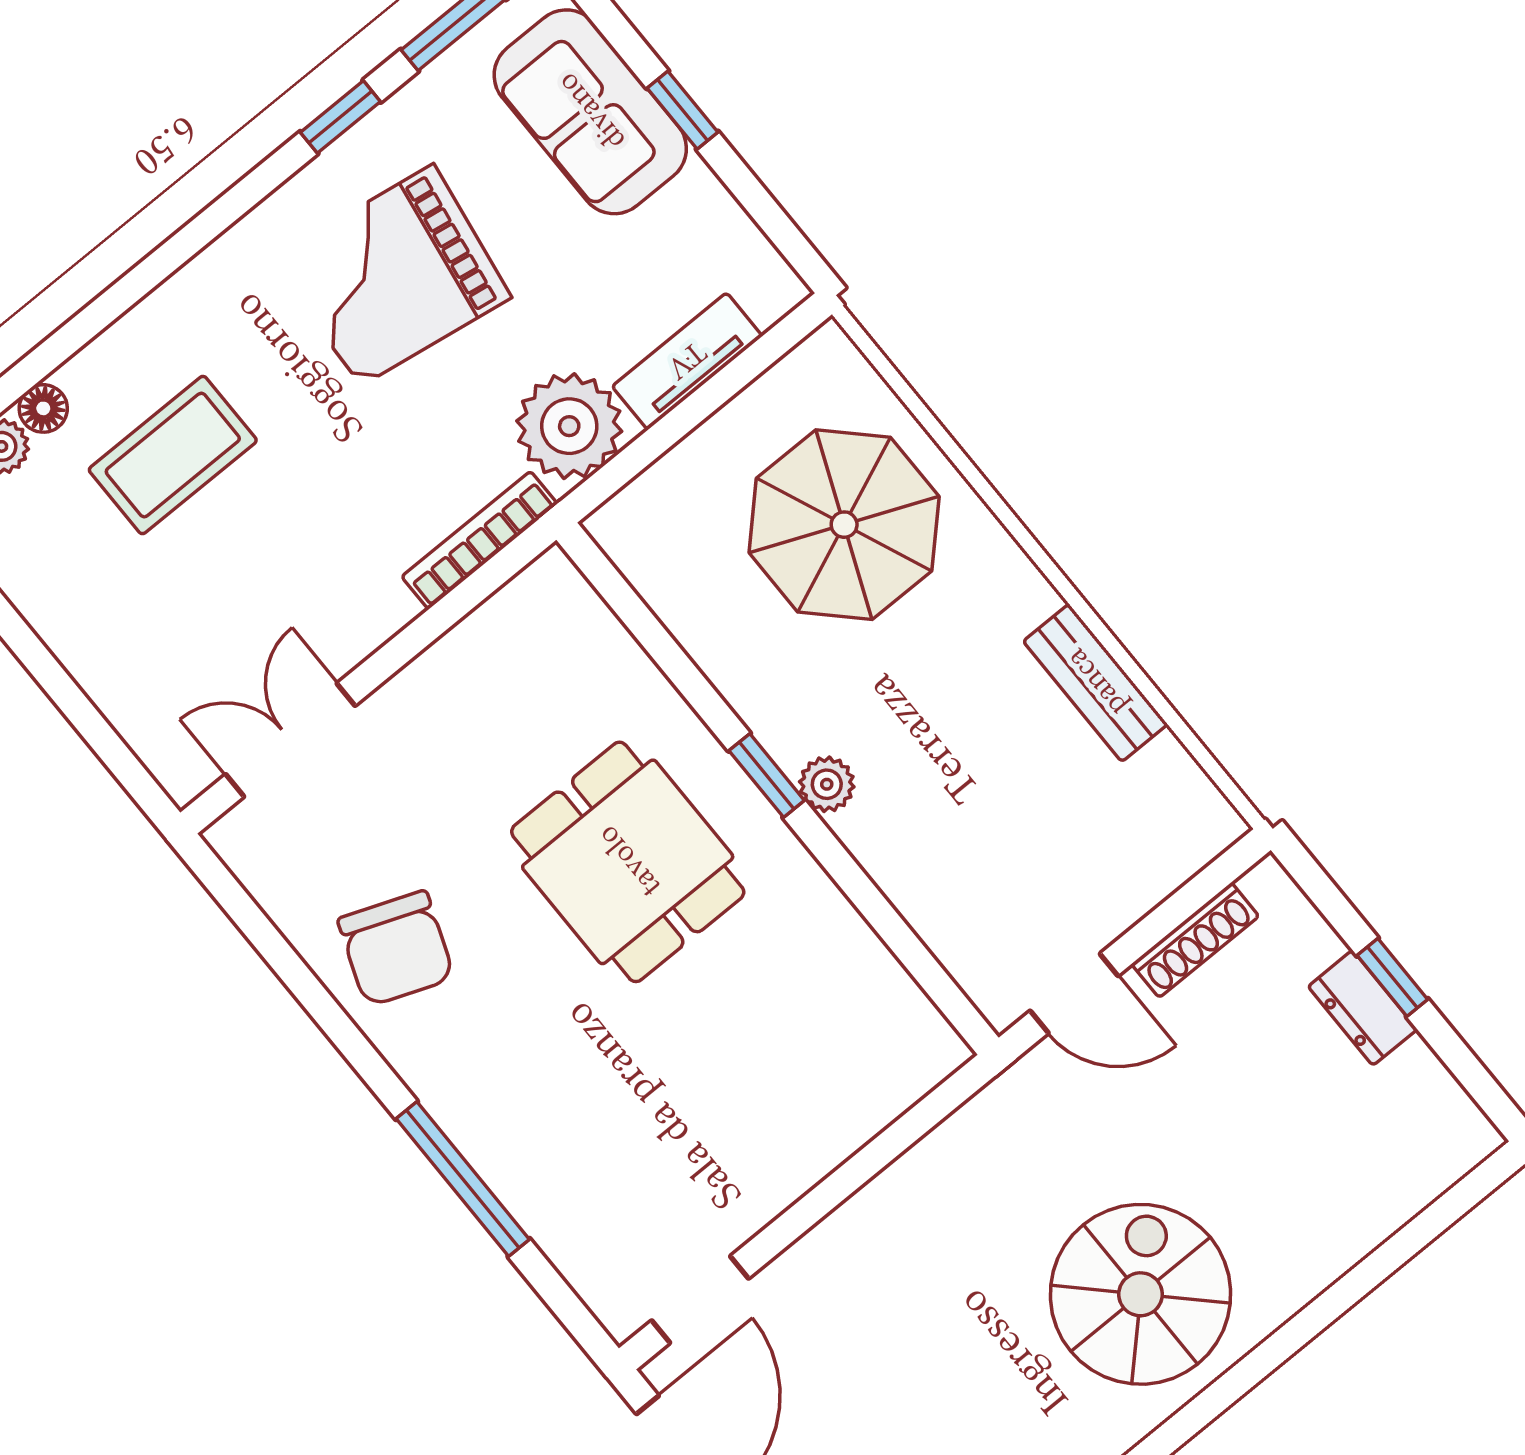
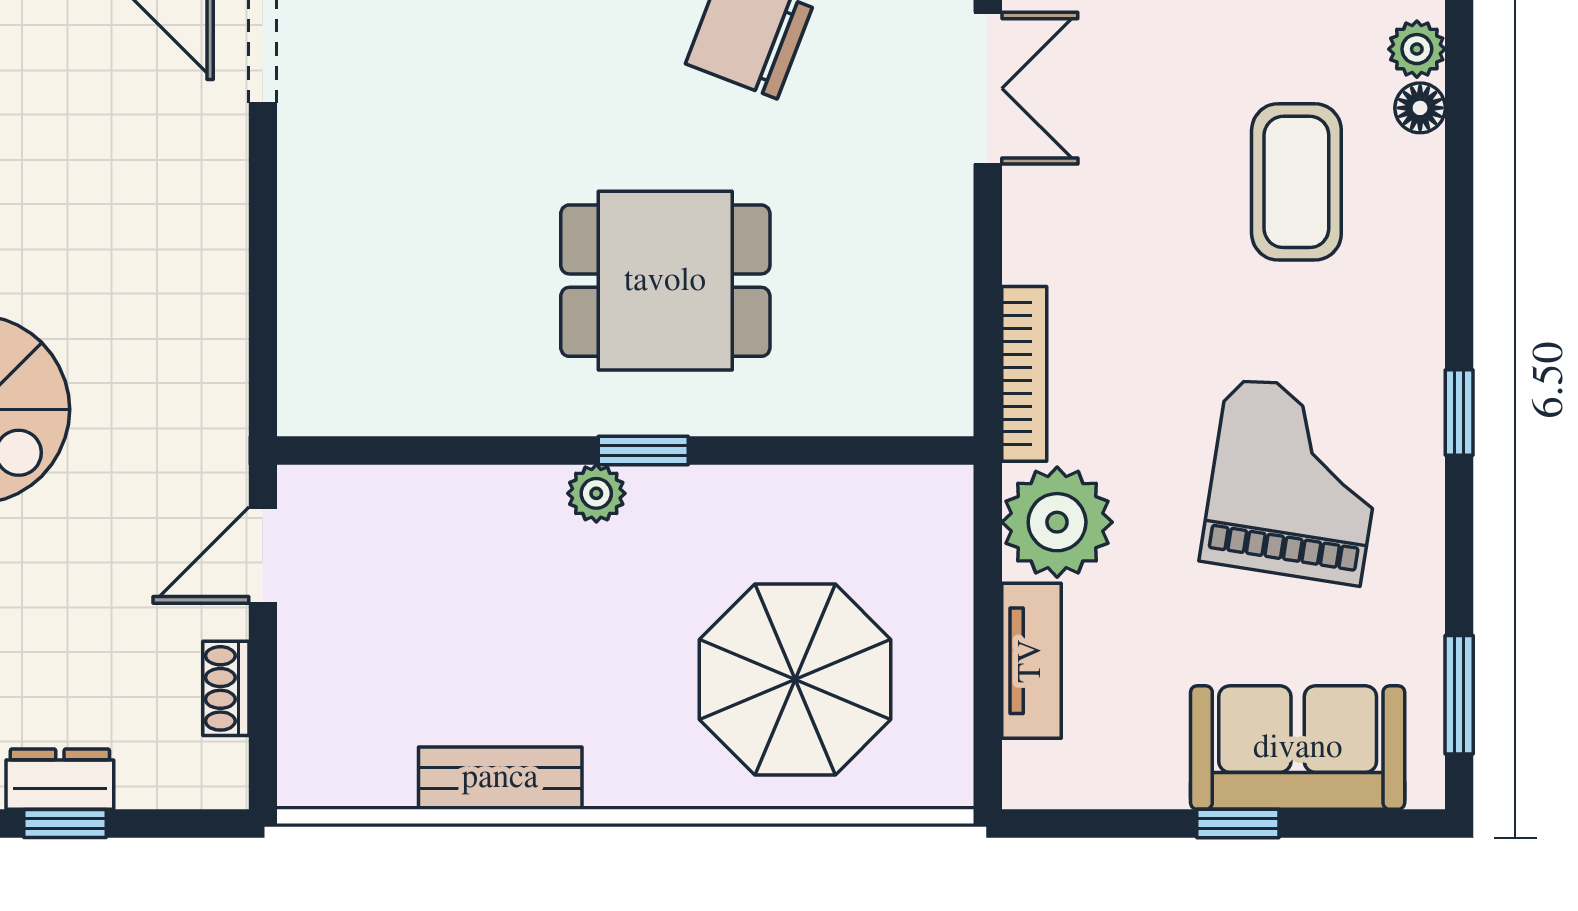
window: (340, 117) -> (1459, 412), moved
shoe rack: (1195, 940) -> (226, 688), width x0.70

